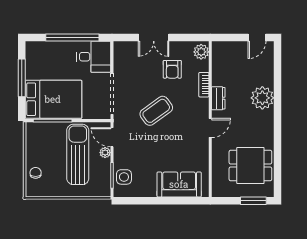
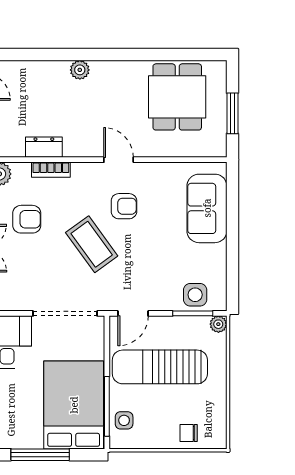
dresser: (218, 98) -> (44, 147), moved
plant: (262, 98) -> (80, 70), width x0.53, depth x0.53
armchair: (181, 131) -> (124, 206), added
side table: (44, 132) -> (124, 420), added
plant: (105, 153) -> (218, 324), moved
window: (253, 201) -> (232, 113), moved

